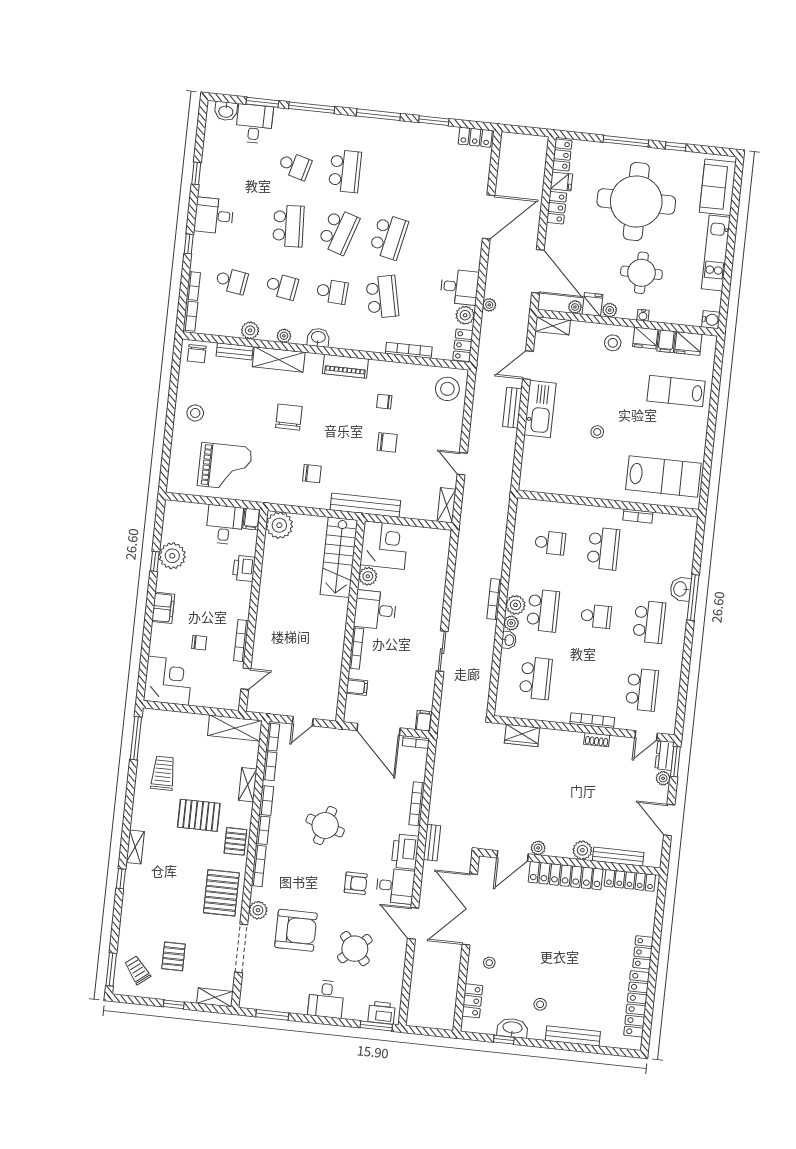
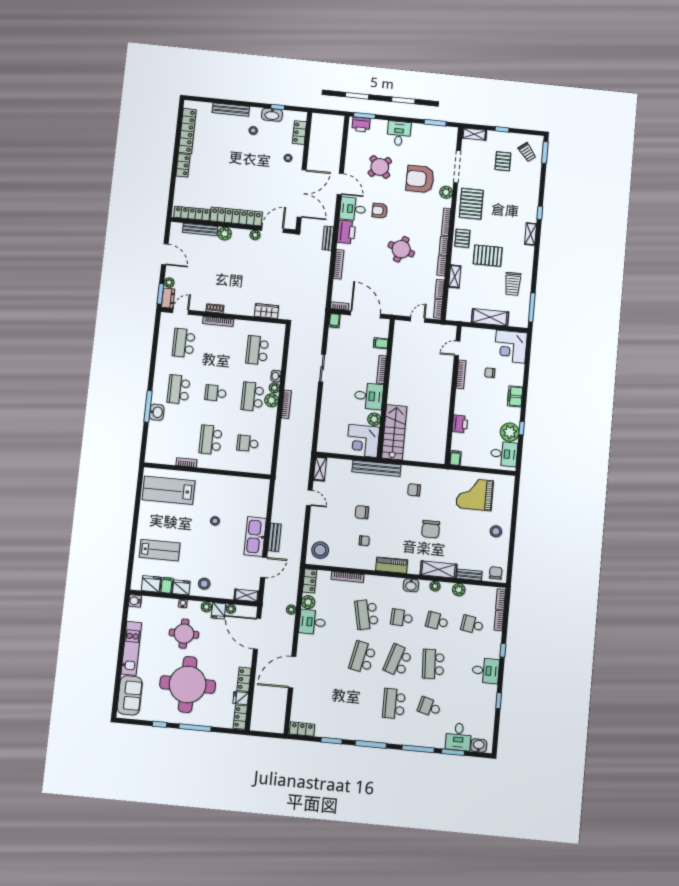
desk: (224, 525) -> (504, 454), moved, turned -90
plant: (279, 525) -> (436, 454), removed
shelving: (235, 728) -> (490, 317), moved

